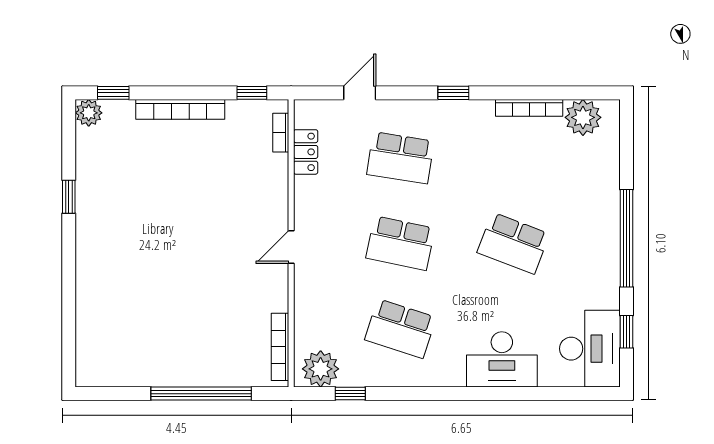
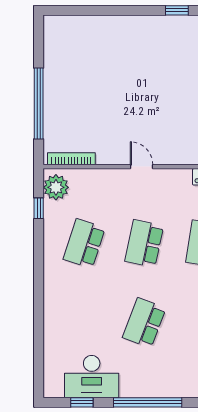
desk: (590, 349) -> (92, 377), moved
desk: (502, 359) -> (63, 315), removed

